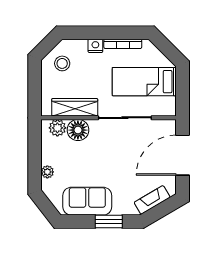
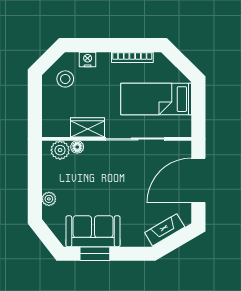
nightstand: (95, 46) -> (88, 59), moved
wardrobe: (75, 107) -> (88, 127), width x0.67
floor lamp: (78, 130) -> (77, 147), width x0.53, depth x0.53
window: (109, 222) -> (95, 254), moved

